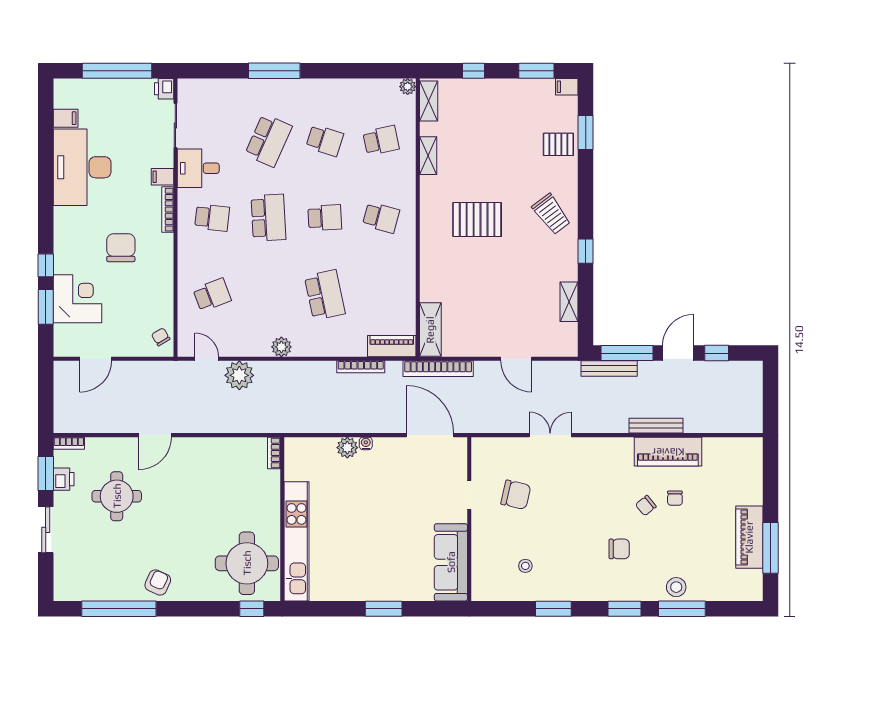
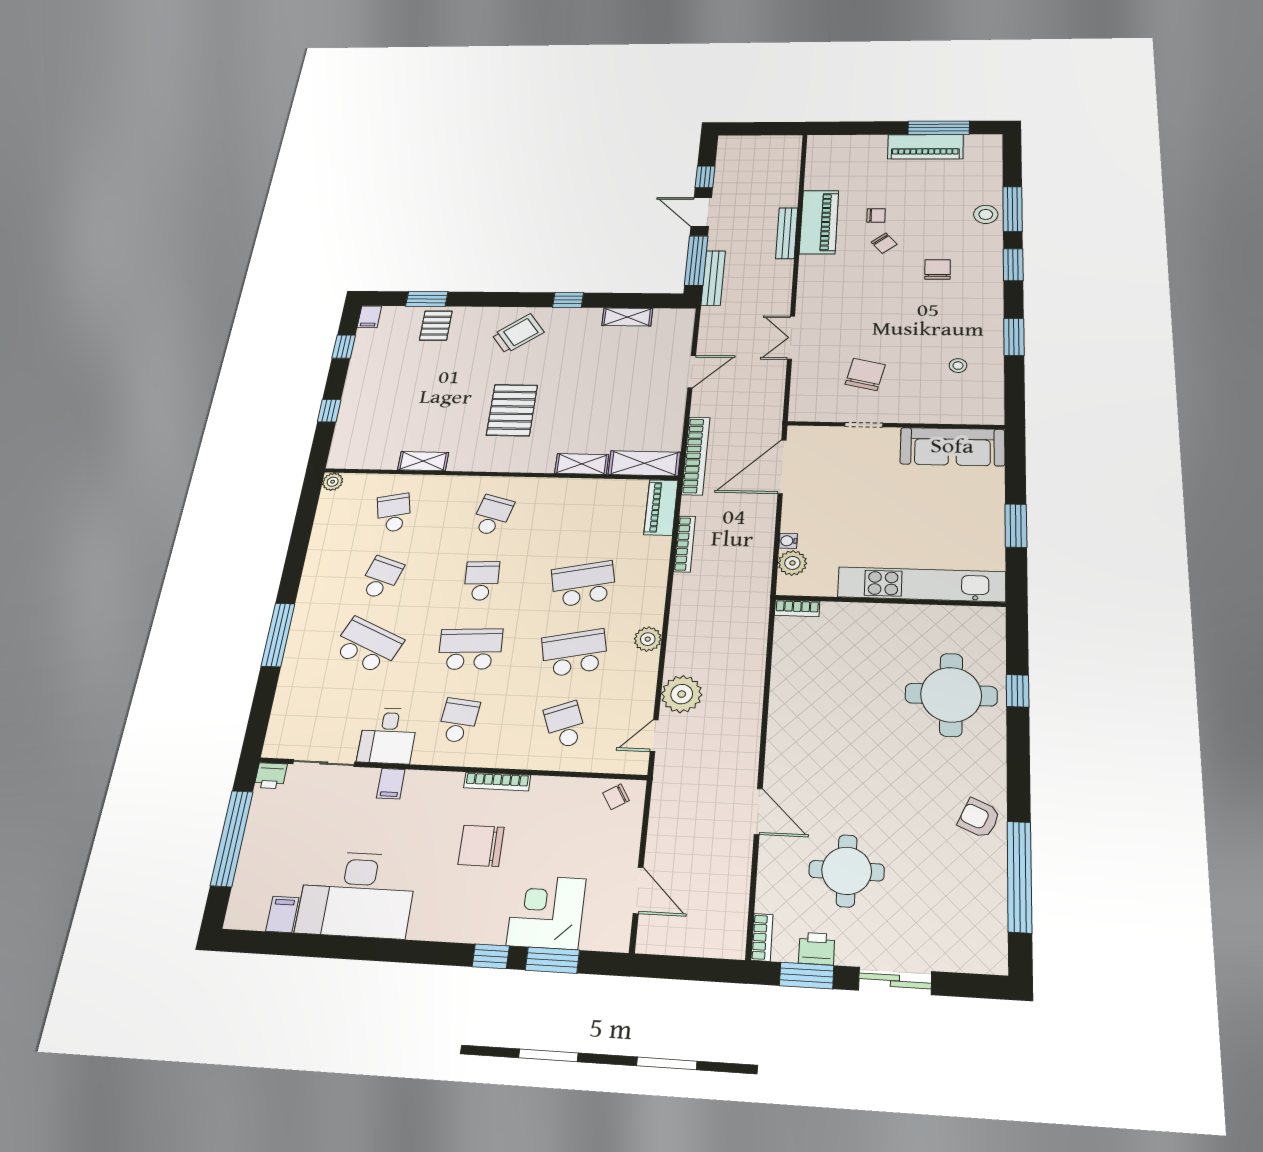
window: (536, 71) -> (344, 347), width x0.67
shelving: (429, 101) -> (582, 464), moved
bookcase: (168, 210) -> (497, 782), moved
school desk: (268, 295) -> (575, 653), added
bookcase: (274, 453) -> (797, 608), moved
wall: (282, 519) -> (890, 601), moved
kitchen unit: (297, 541) -> (921, 584), moved

